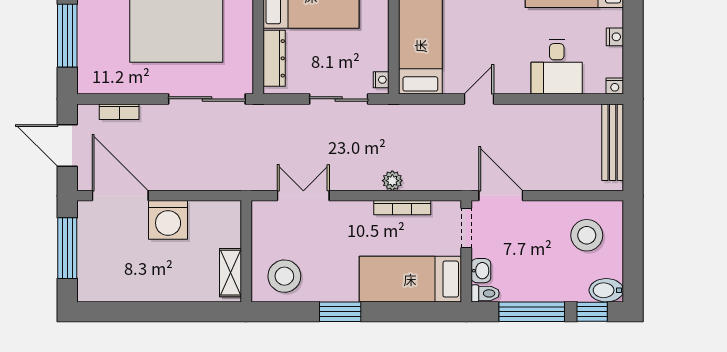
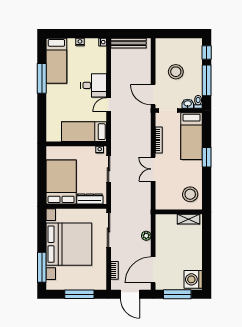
desk: (557, 67) -> (94, 85), moved
door: (479, 99) -> (109, 105), hinge flipped
door: (67, 146) -> (130, 294), hinge flipped
plant: (392, 181) -> (146, 236), moved
double door: (303, 196) -> (153, 169), moved
door: (501, 196) -> (153, 95), hinge flipped
washing machine: (168, 220) -> (193, 279), moved, turned 180
stool: (587, 235) -> (176, 72), moved
bidet: (606, 290) -> (197, 46), removed
window: (340, 312) -> (207, 157), moved

